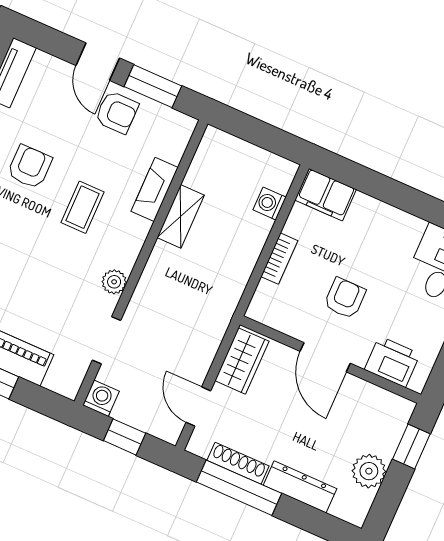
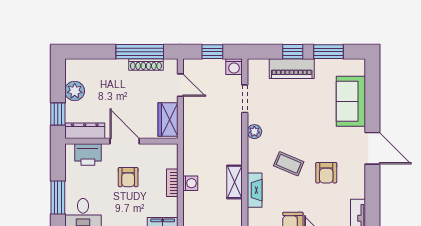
washing machine: (270, 203) -> (190, 183), moved
coffee table: (82, 207) -> (289, 164), turned -67
dresser: (300, 487) -> (85, 131), moved, turned 180

